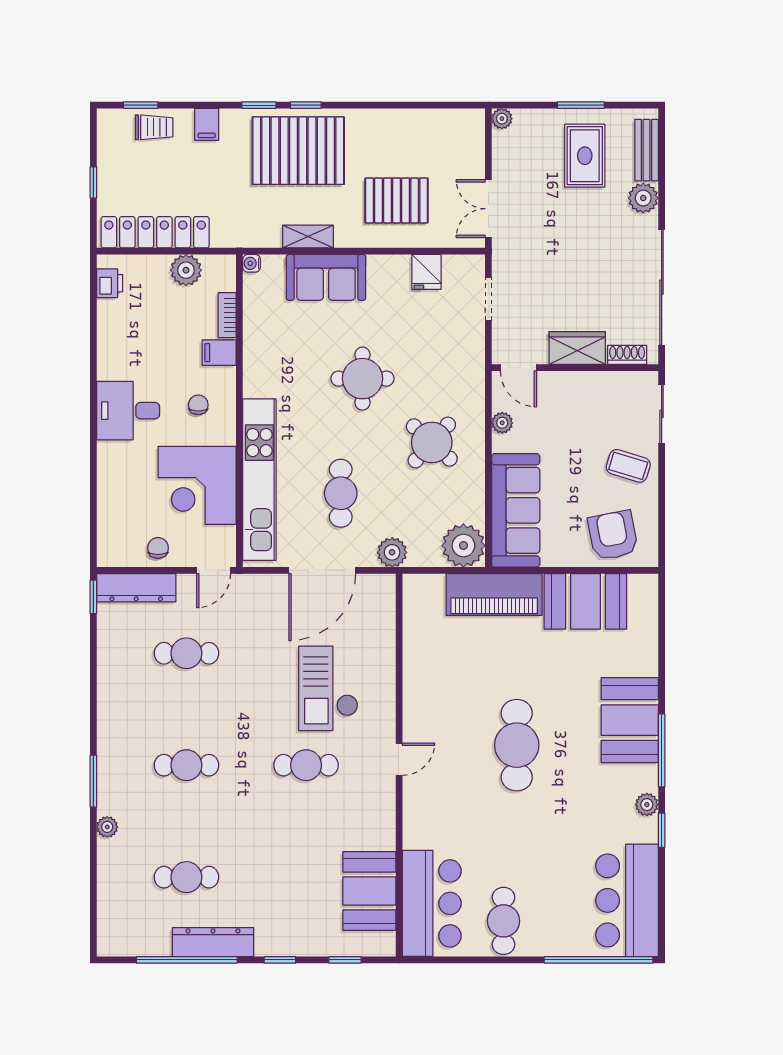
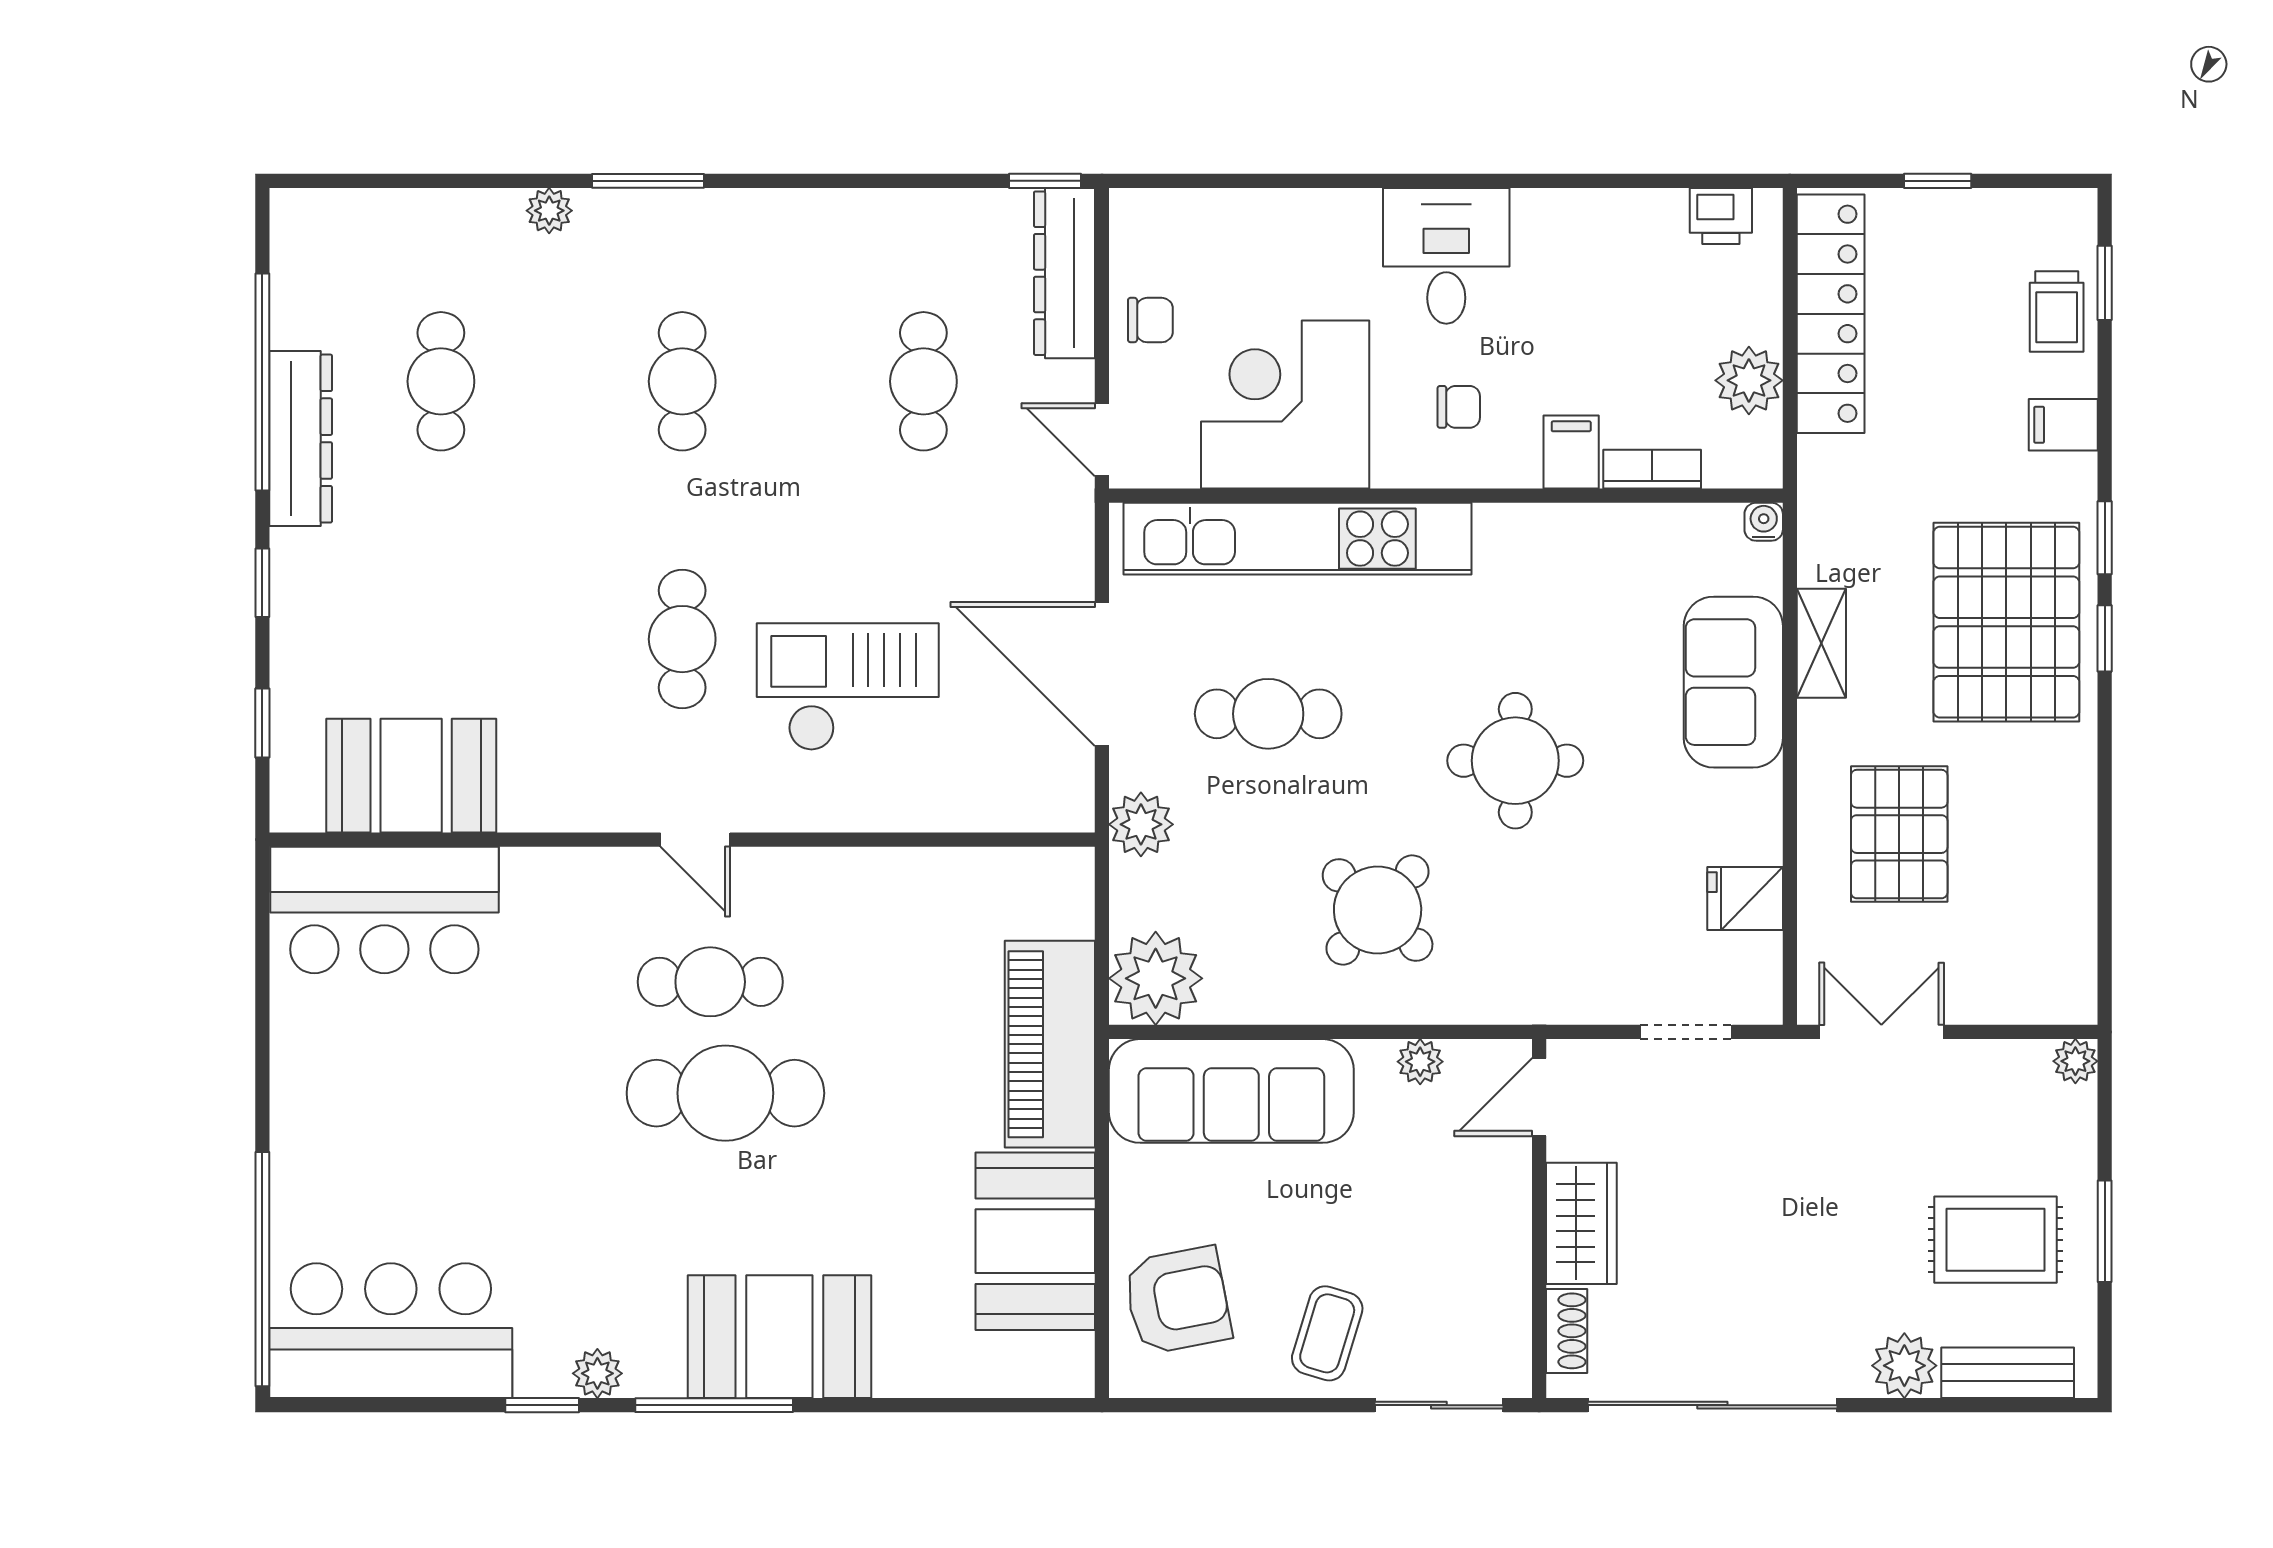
cafe table: (504, 921) -> (710, 982), moved

